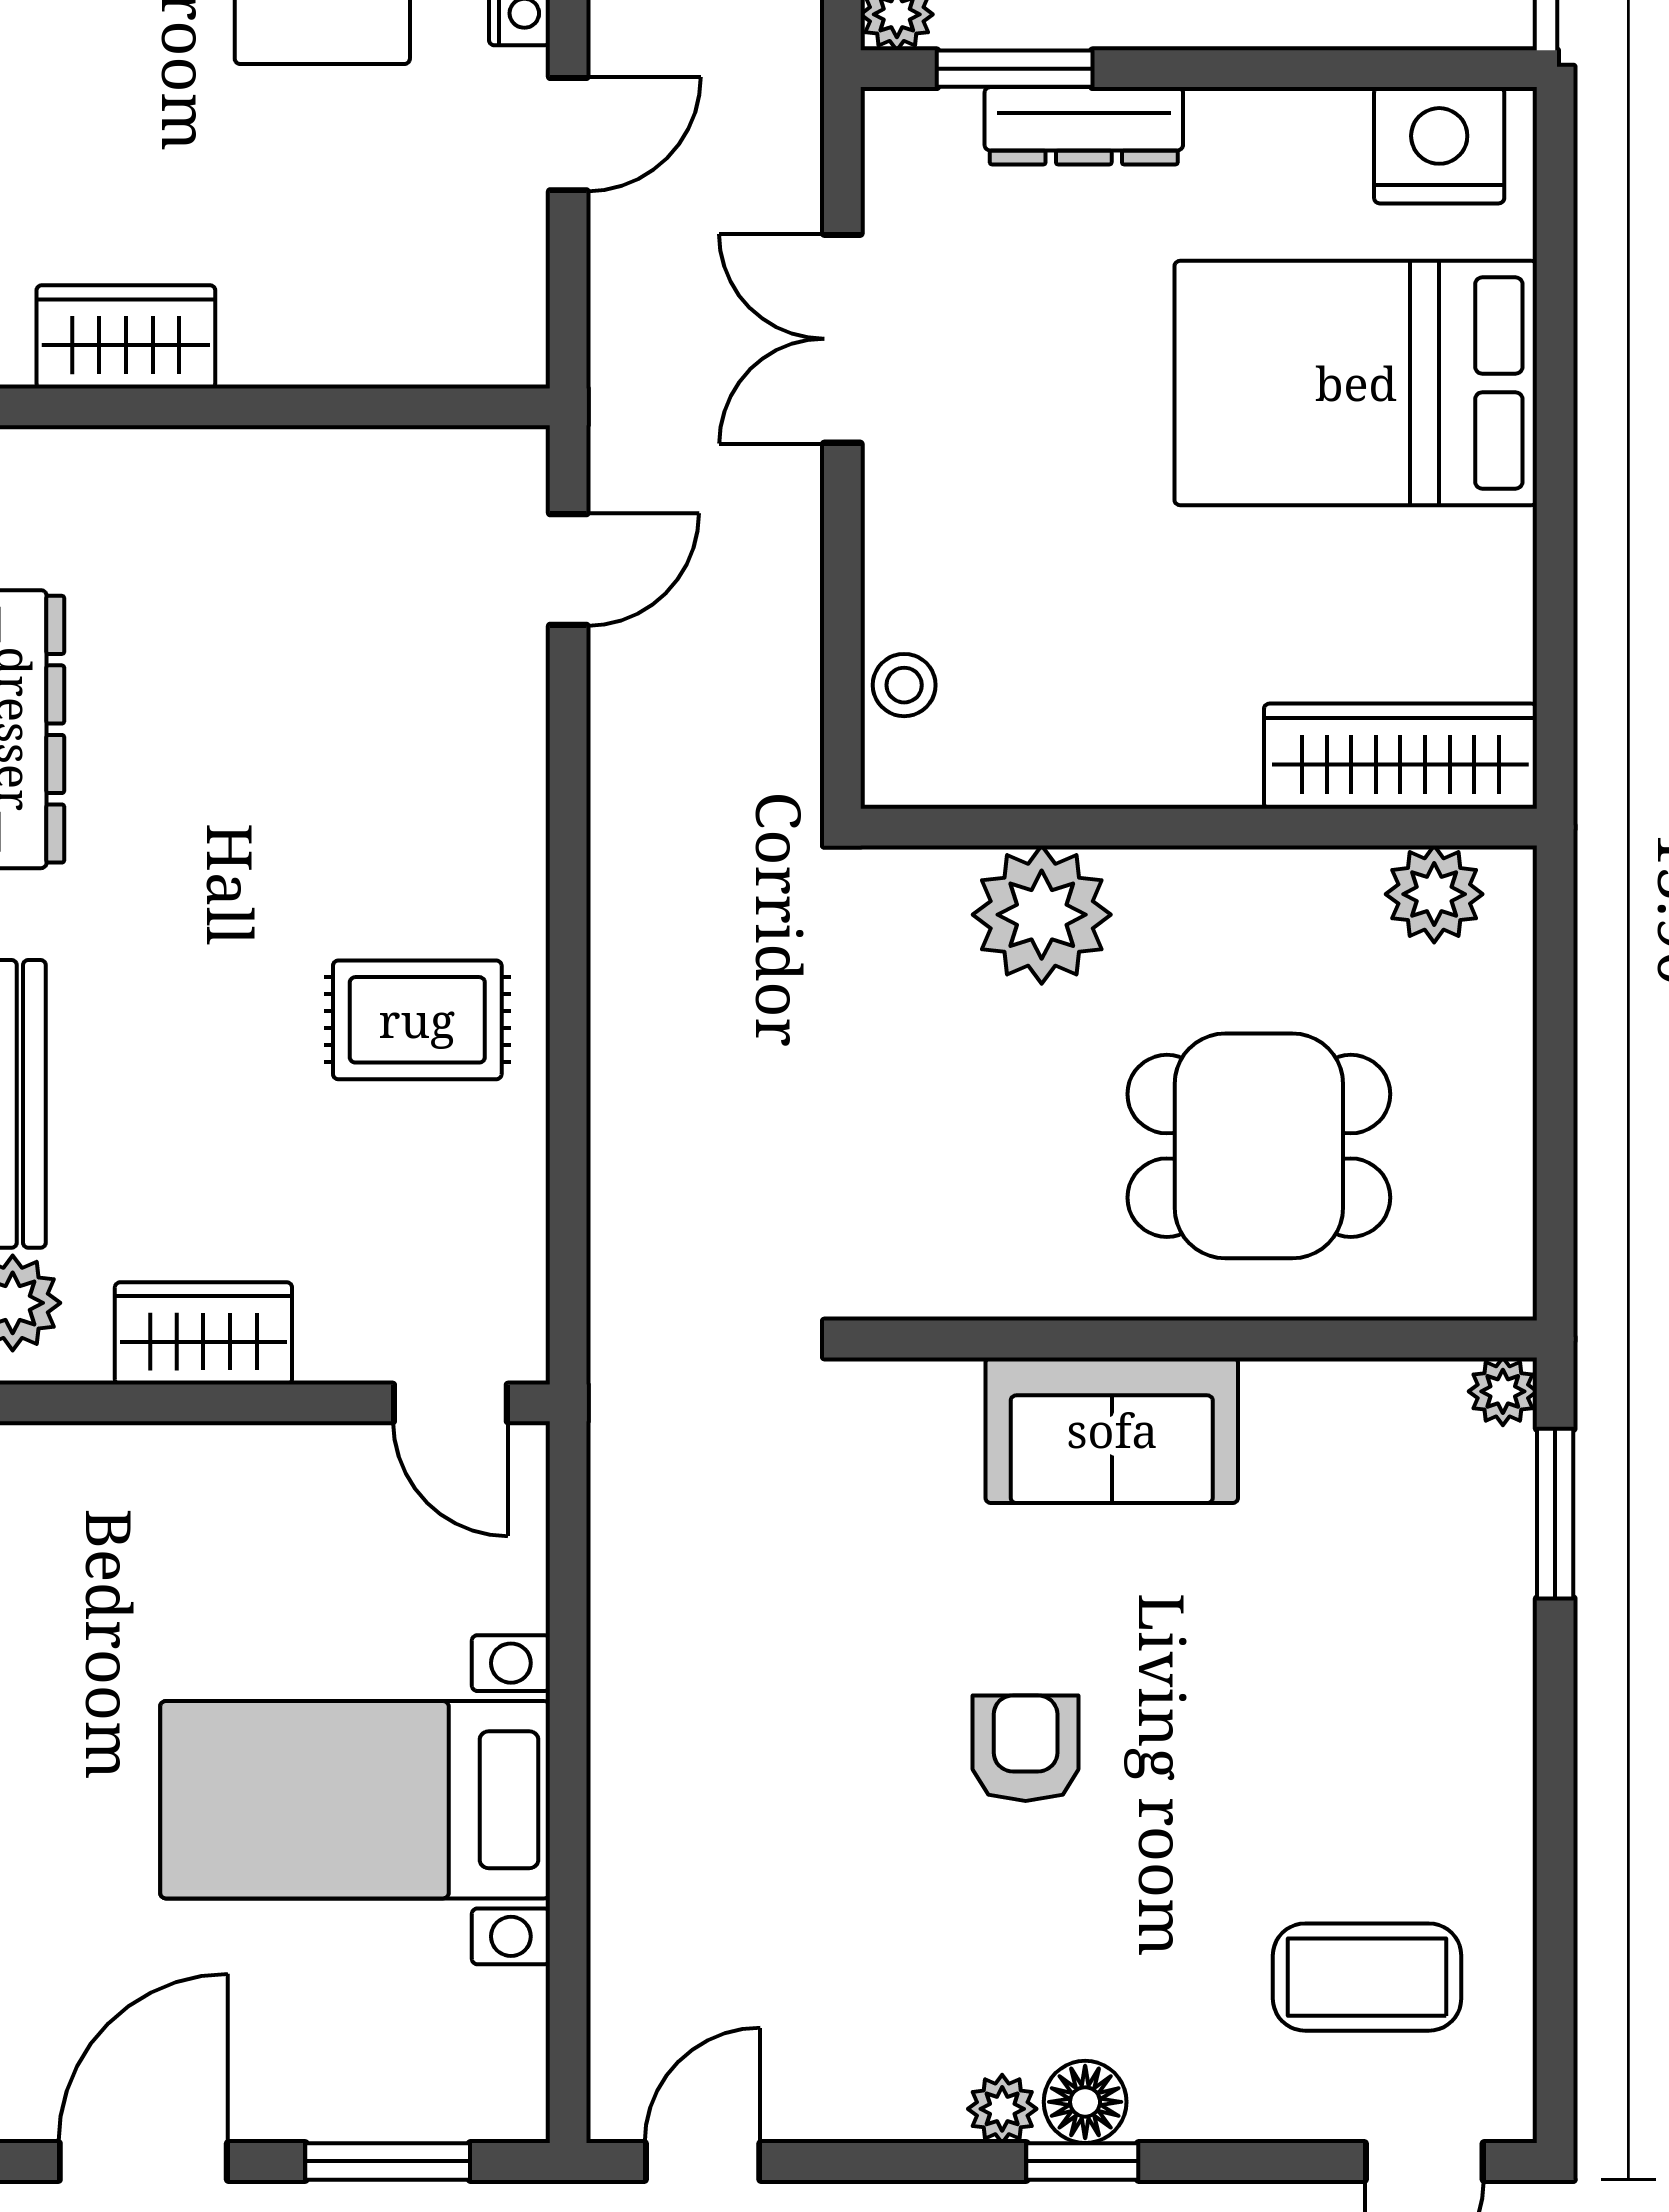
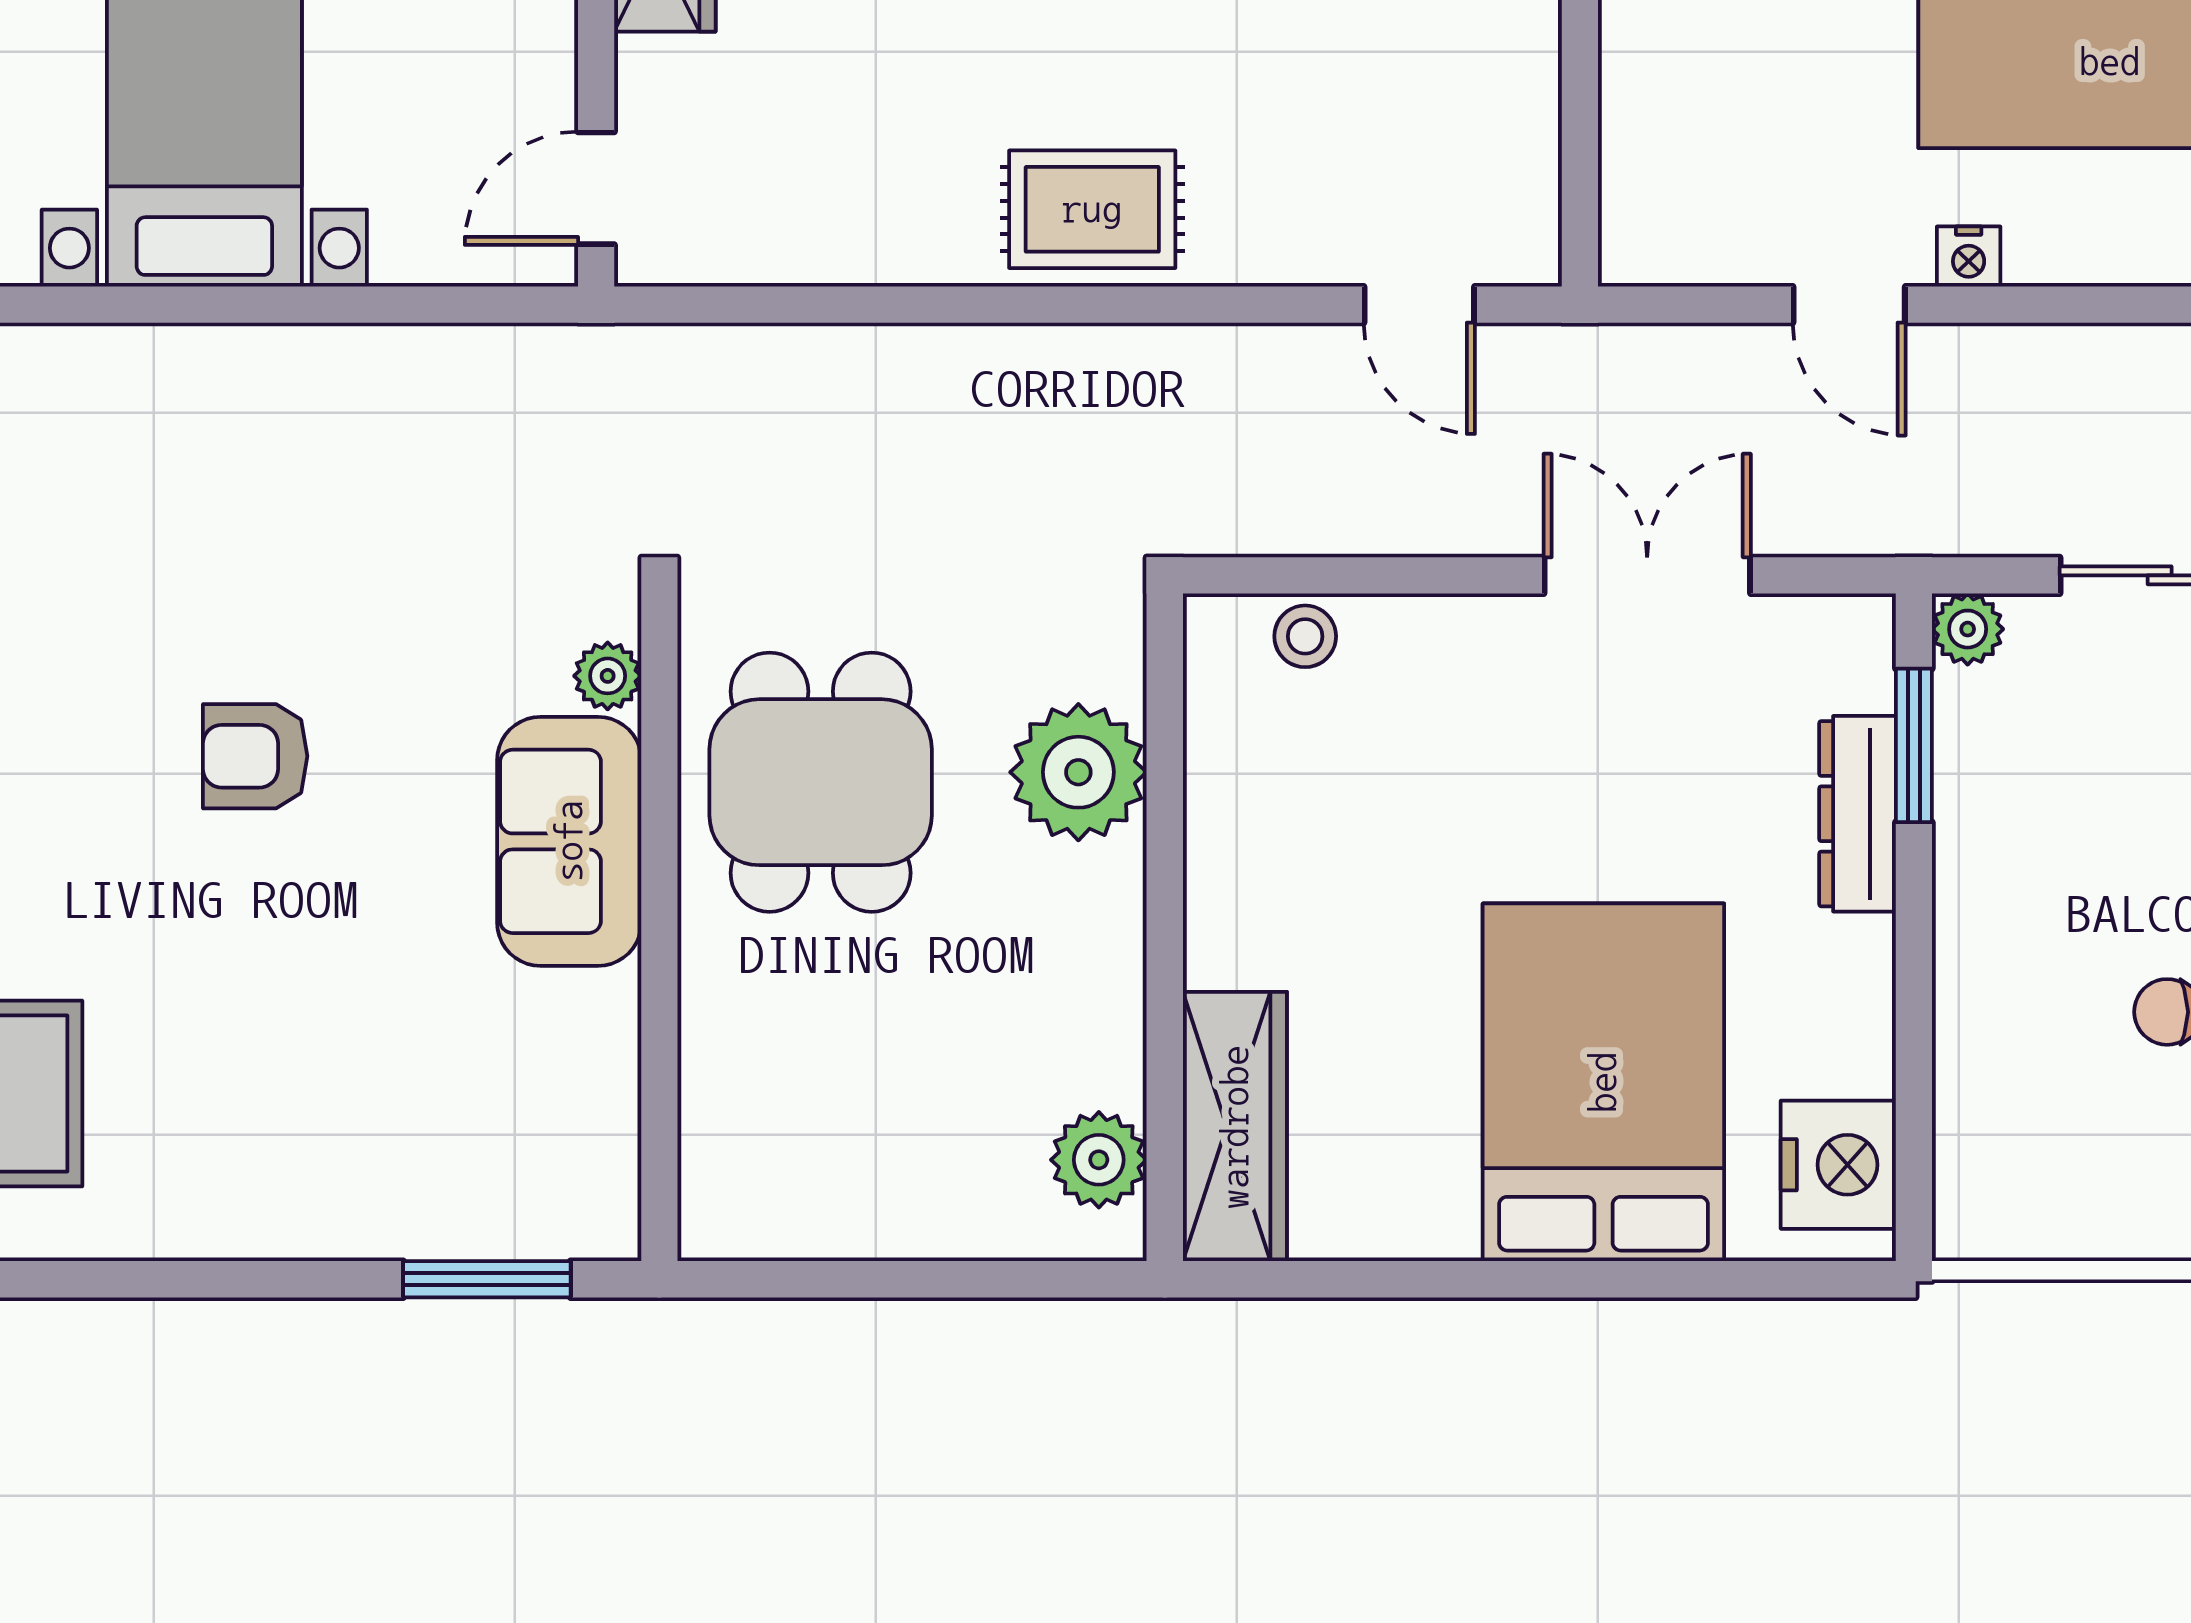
rug: (417, 1020) -> (1092, 209), moved, turned 90
dining table: (1259, 1146) -> (821, 782), moved
plant: (1503, 1391) -> (608, 676), moved
armchair: (1026, 1748) -> (255, 756), turned 180

